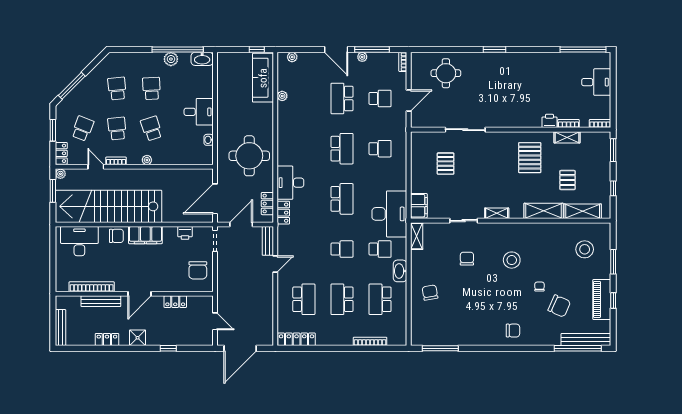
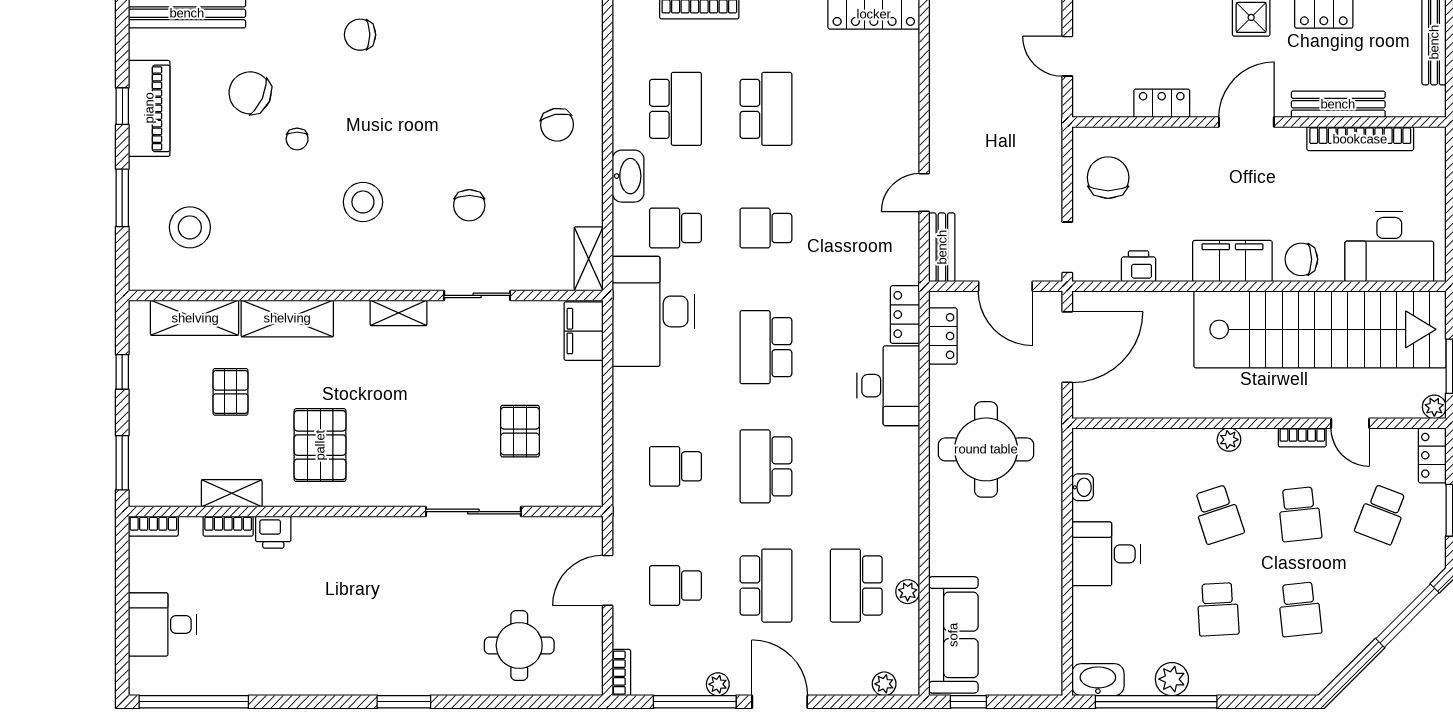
door: (241, 225) -> (1005, 286), hinge flipped
school desk: (304, 299) -> (856, 586), moved

